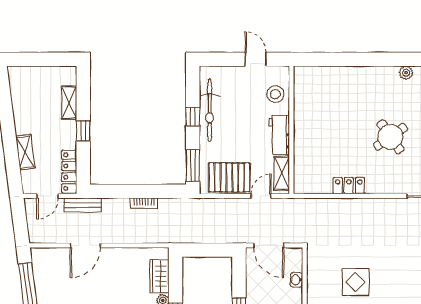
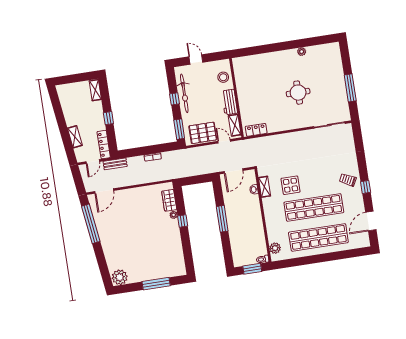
door: (256, 59) -> (196, 60), moved
shelving: (69, 103) -> (95, 90), moved
round table: (390, 137) -> (298, 93), turned 35
locker: (349, 186) -> (256, 130), moved
door: (261, 196) -> (224, 141), hinge flipped
door: (85, 245) -> (104, 191), moved
door: (269, 245) -> (234, 171), hinge flipped
shelving: (314, 278) -> (264, 187), added

